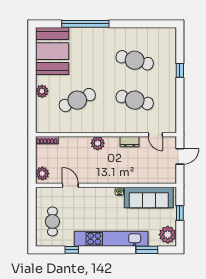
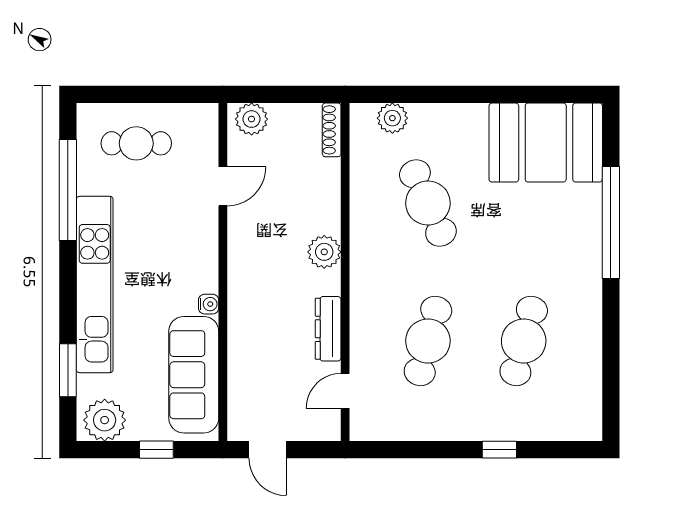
plant: (42, 91) -> (392, 118), moved
dresser: (130, 142) -> (328, 329), width x1.44
door: (180, 156) -> (268, 450), moved
window: (72, 250) -> (68, 190), width x3.17

